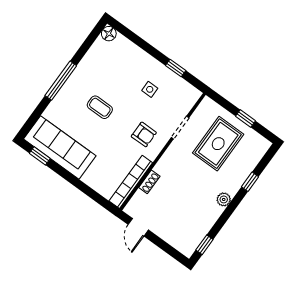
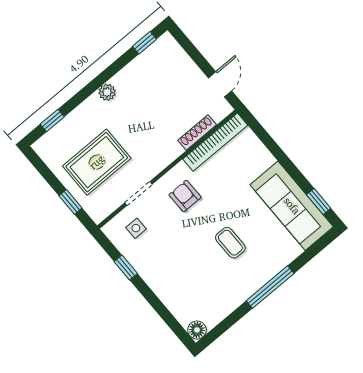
side table: (150, 89) -> (136, 228), moved
window: (245, 119) -> (71, 202), moved
shoe rack: (149, 182) -> (197, 133), width x1.43
window: (250, 182) -> (52, 120), moved

